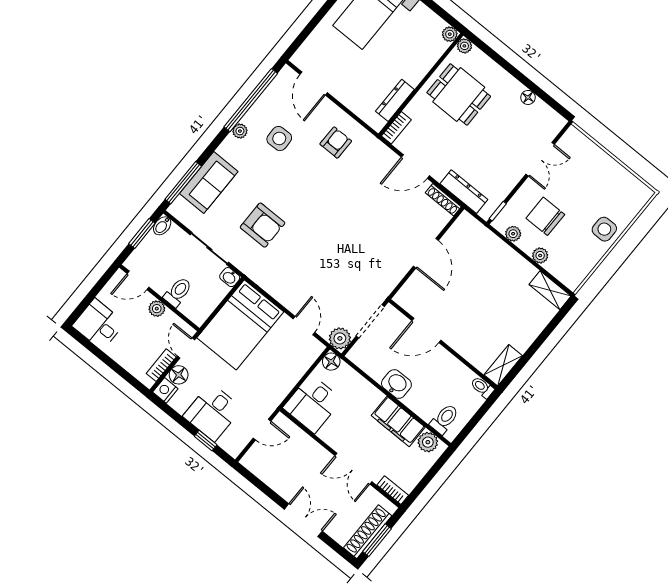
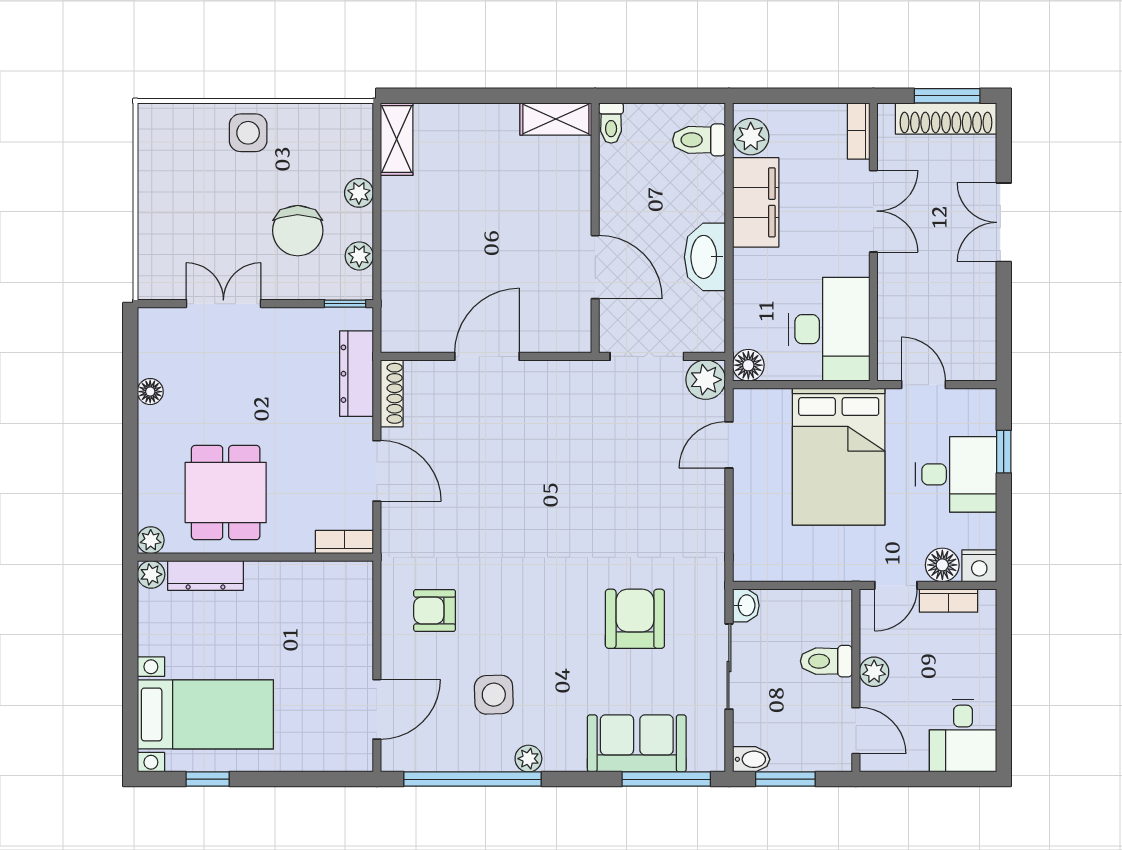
dresser: (395, 100) -> (206, 575), moved
bed: (240, 325) -> (839, 457), moved, turned 90
washbasin: (396, 384) -> (705, 257), width x1.38
desk: (312, 404) -> (829, 329), width x1.37

